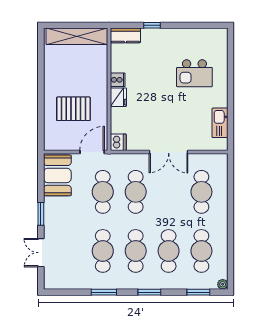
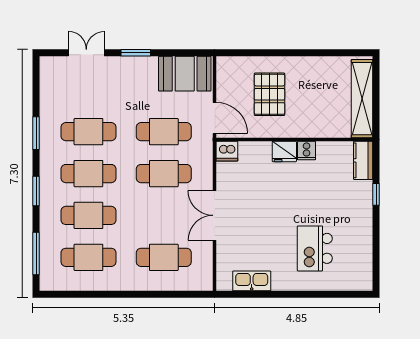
plant: (223, 284) -> (46, 284), removed
window: (198, 292) -> (36, 254), width x1.44

